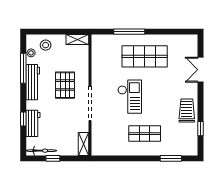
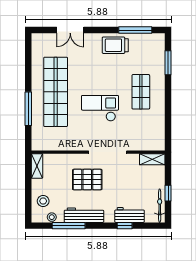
shop shelf: (145, 56) -> (56, 92), width x1.40
window: (201, 129) -> (135, 30), width x2.17

